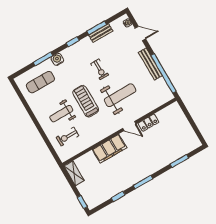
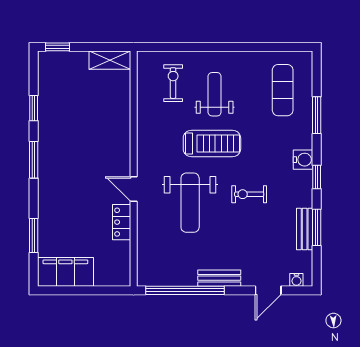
water cooler: (57, 59) -> (303, 160), moved
bench: (150, 64) -> (219, 278), width x0.73
door: (129, 126) -> (134, 189), hinge flipped
filing cabinet: (109, 149) -> (65, 272), moved, turned 90

